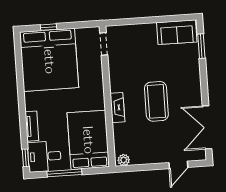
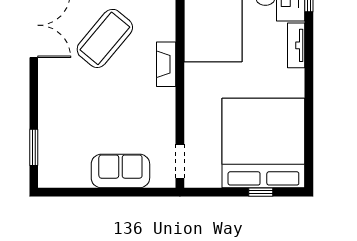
sofa: (177, 32) -> (120, 171), moved
coffee table: (156, 101) -> (105, 38), moved, turned 40

